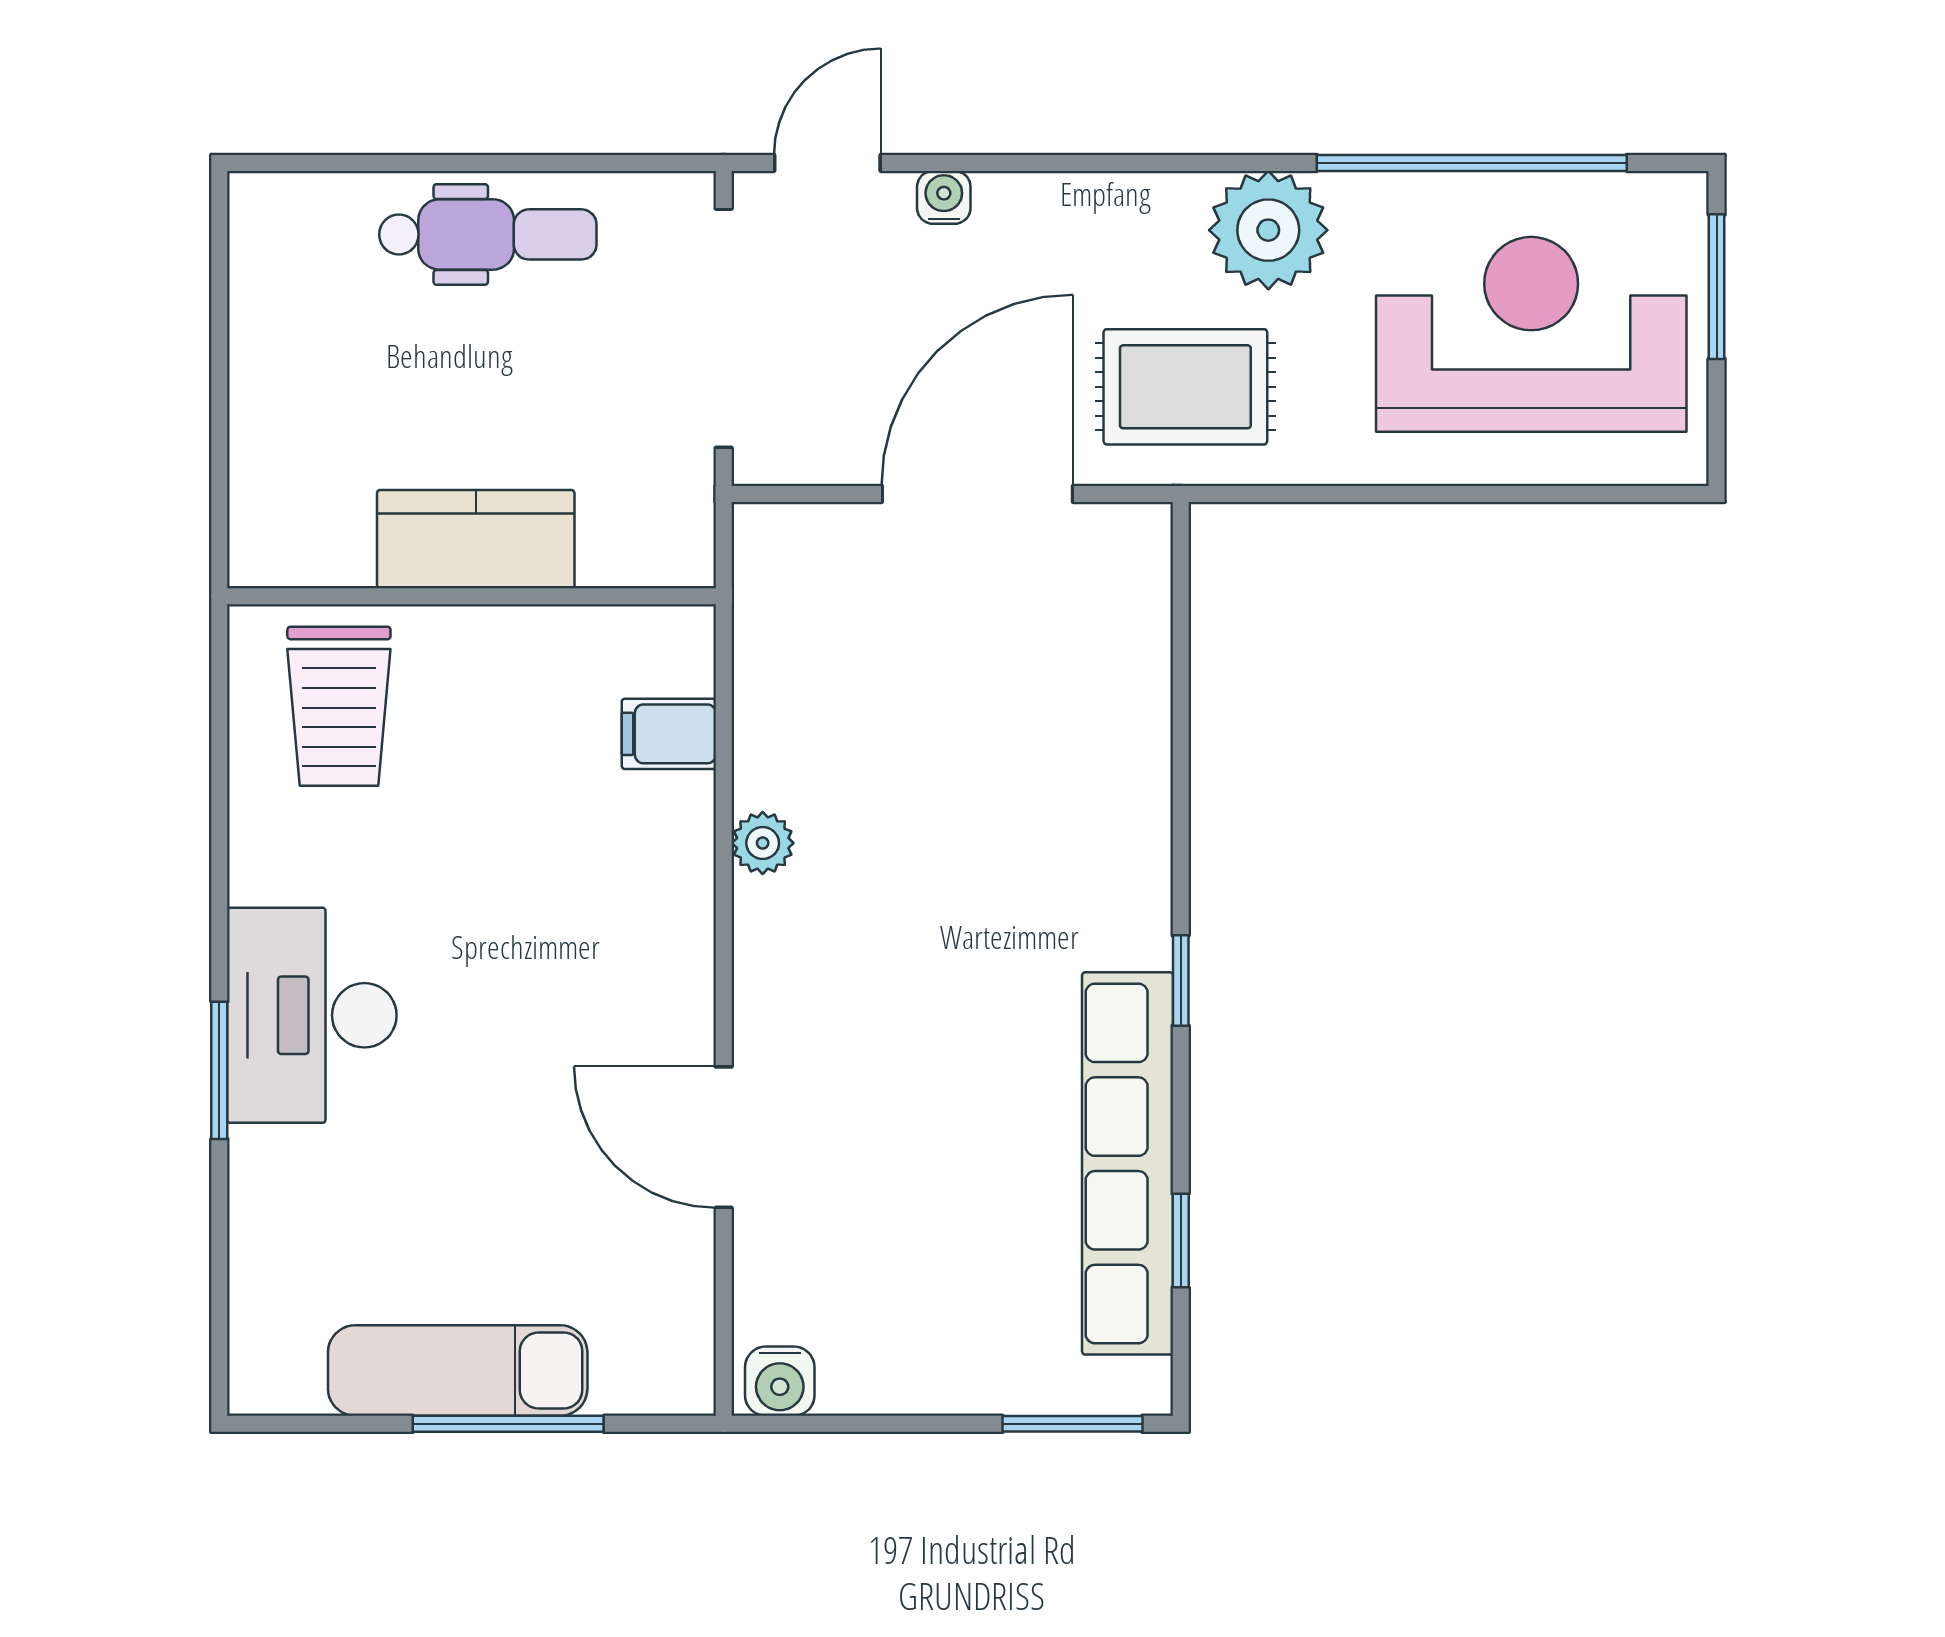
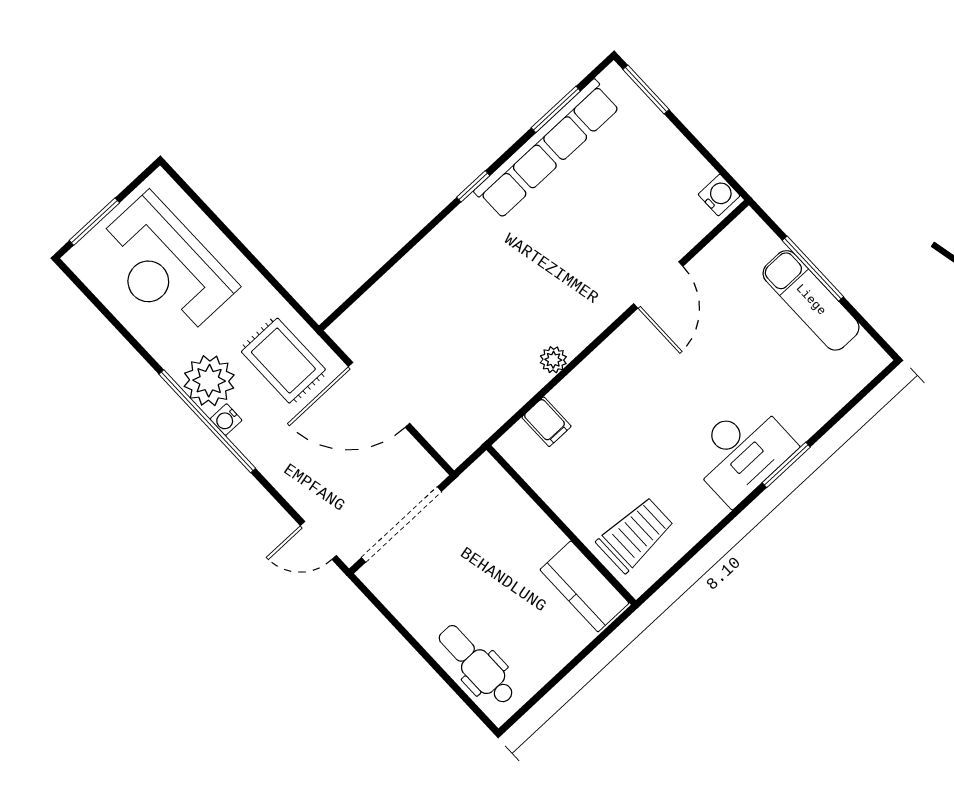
window: (1472, 163) -> (207, 421), moved
water cooler: (944, 197) -> (226, 420), moved
dental chair: (488, 234) -> (477, 665), moved
kitchen counter: (476, 539) -> (584, 586), moved
window: (1181, 1241) -> (556, 109), width x1.50

